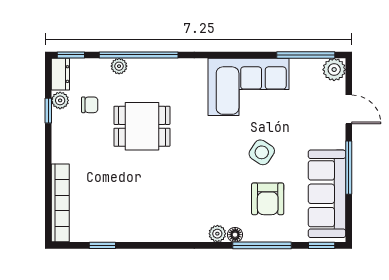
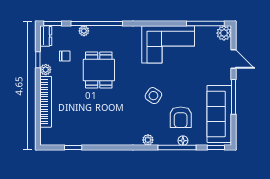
plant: (60, 100) -> (46, 70), moved
dining table: (142, 126) -> (99, 70), turned 90
side table: (262, 152) -> (153, 96), moved
bookcase: (60, 203) -> (46, 102), moved
floor lamp: (235, 235) -> (183, 141), moved

